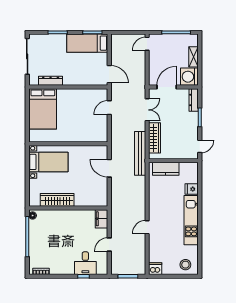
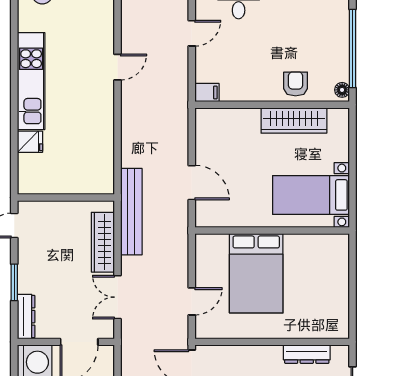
bed: (43, 109) -> (256, 273), moved, turned 180
kitchen counter: (166, 169) -> (81, 182), removed
armchair: (56, 219) -> (296, 84), added
filing cabinet: (101, 219) -> (207, 93), width x0.50

